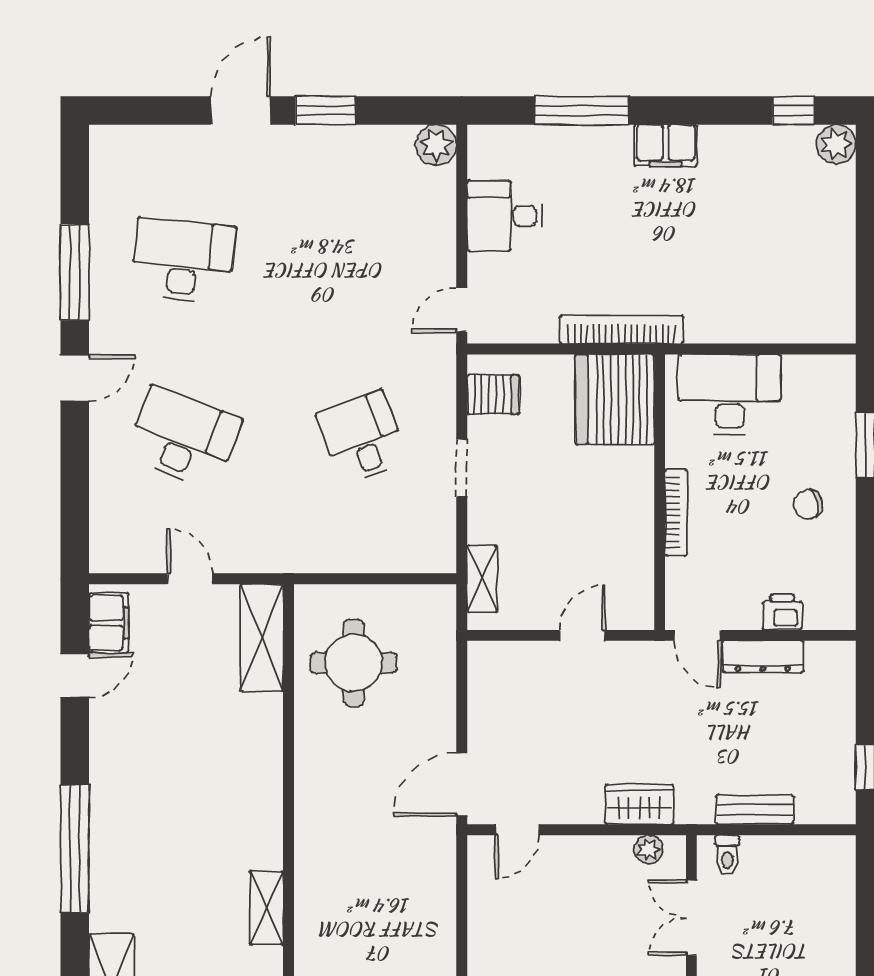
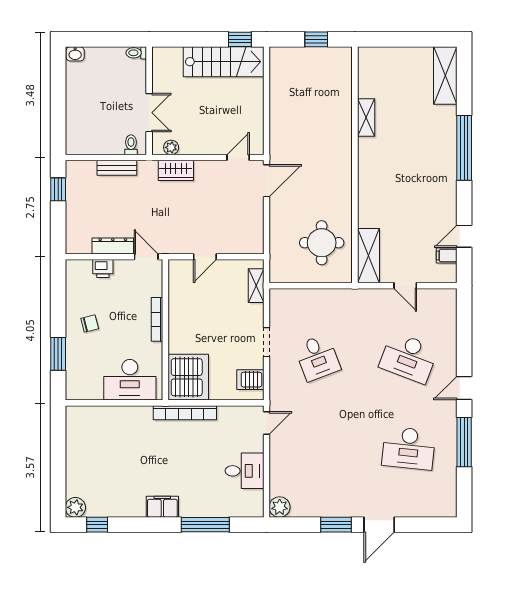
filing cabinet: (109, 623) -> (447, 255), width x0.50

